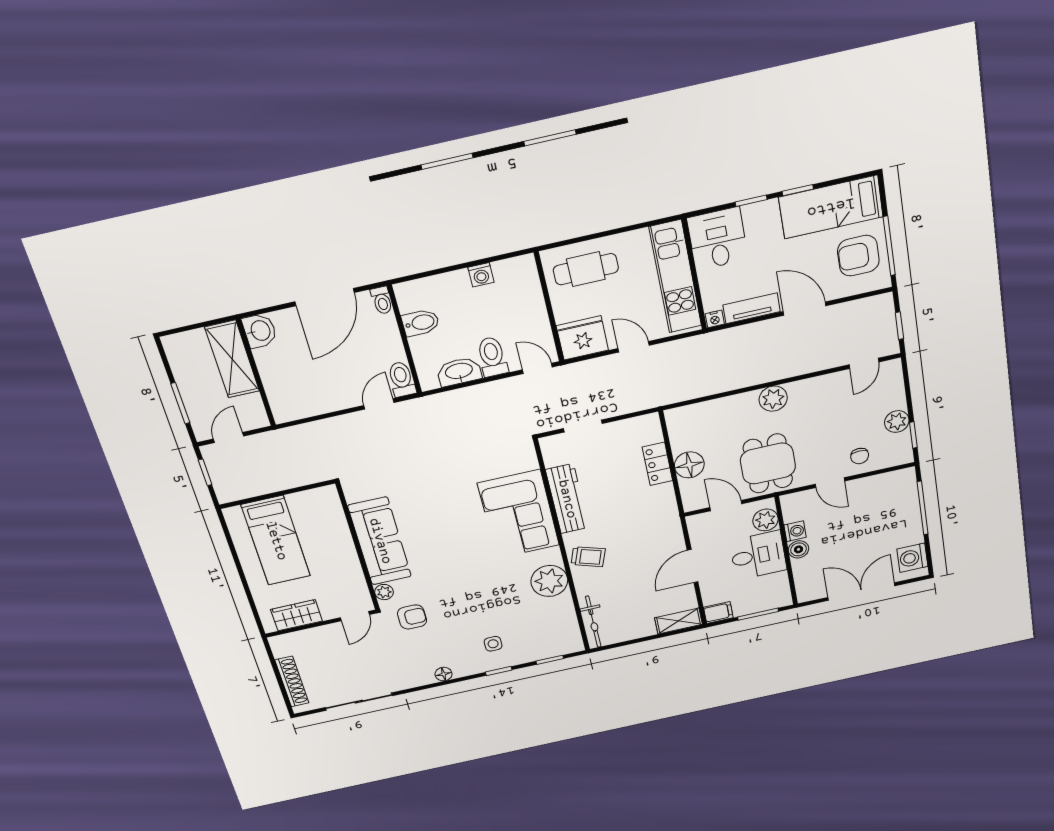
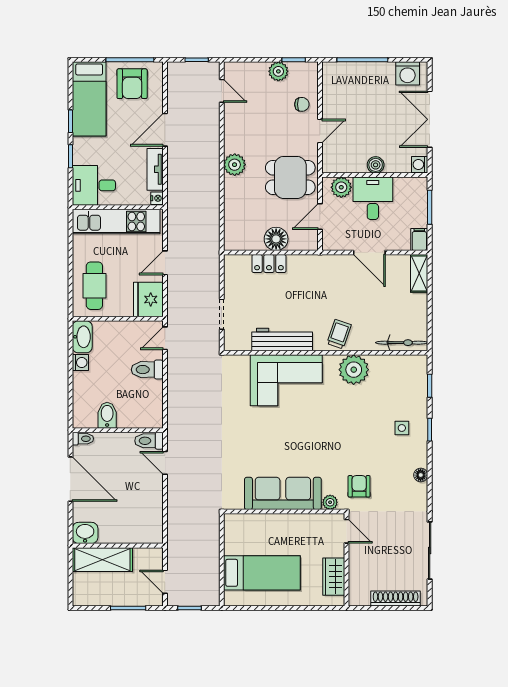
washbasin: (459, 372) -> (82, 337), moved, turned 180
washing machine: (795, 531) -> (420, 164), moved, turned -90

